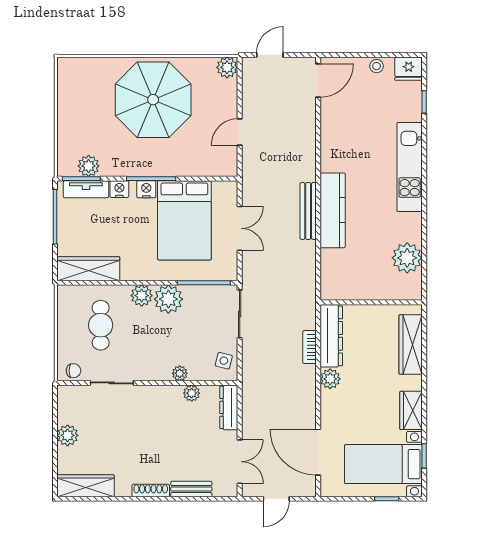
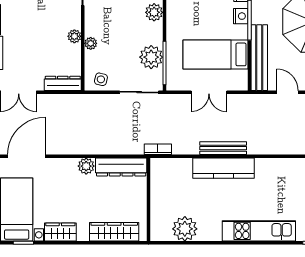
bench: (197, 167) -> (259, 58), added
bed: (184, 220) -> (215, 54), width x0.67
plant: (168, 299) -> (151, 57), moved
bookcase: (310, 347) -> (158, 149), moved
plant: (192, 393) -> (74, 36), moved

